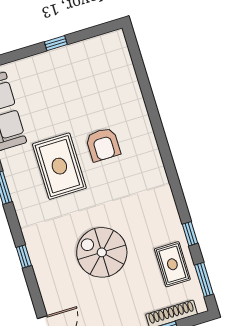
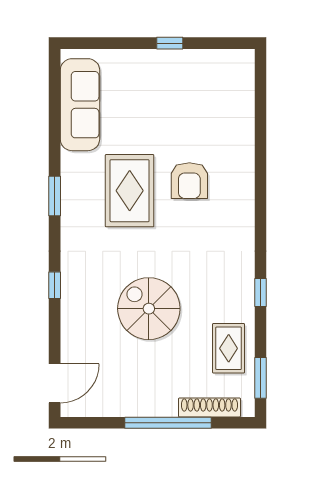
window: (190, 234) -> (260, 292), moved

